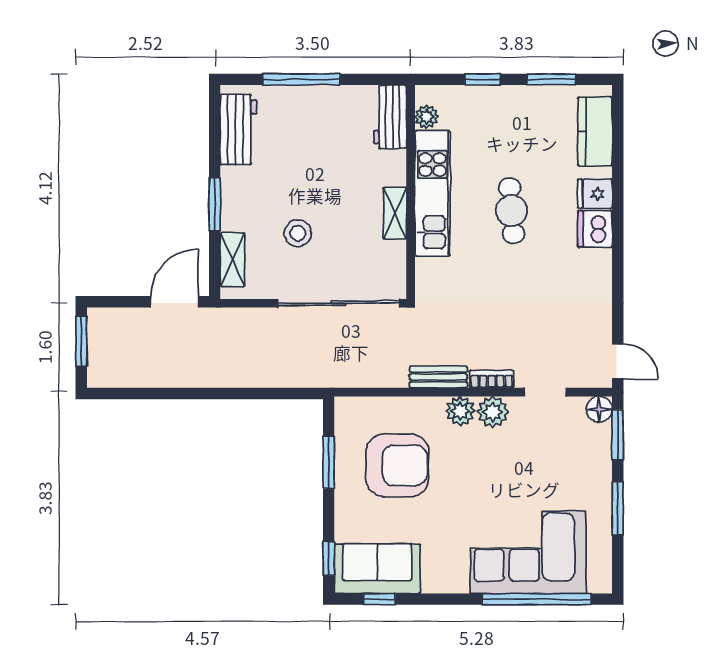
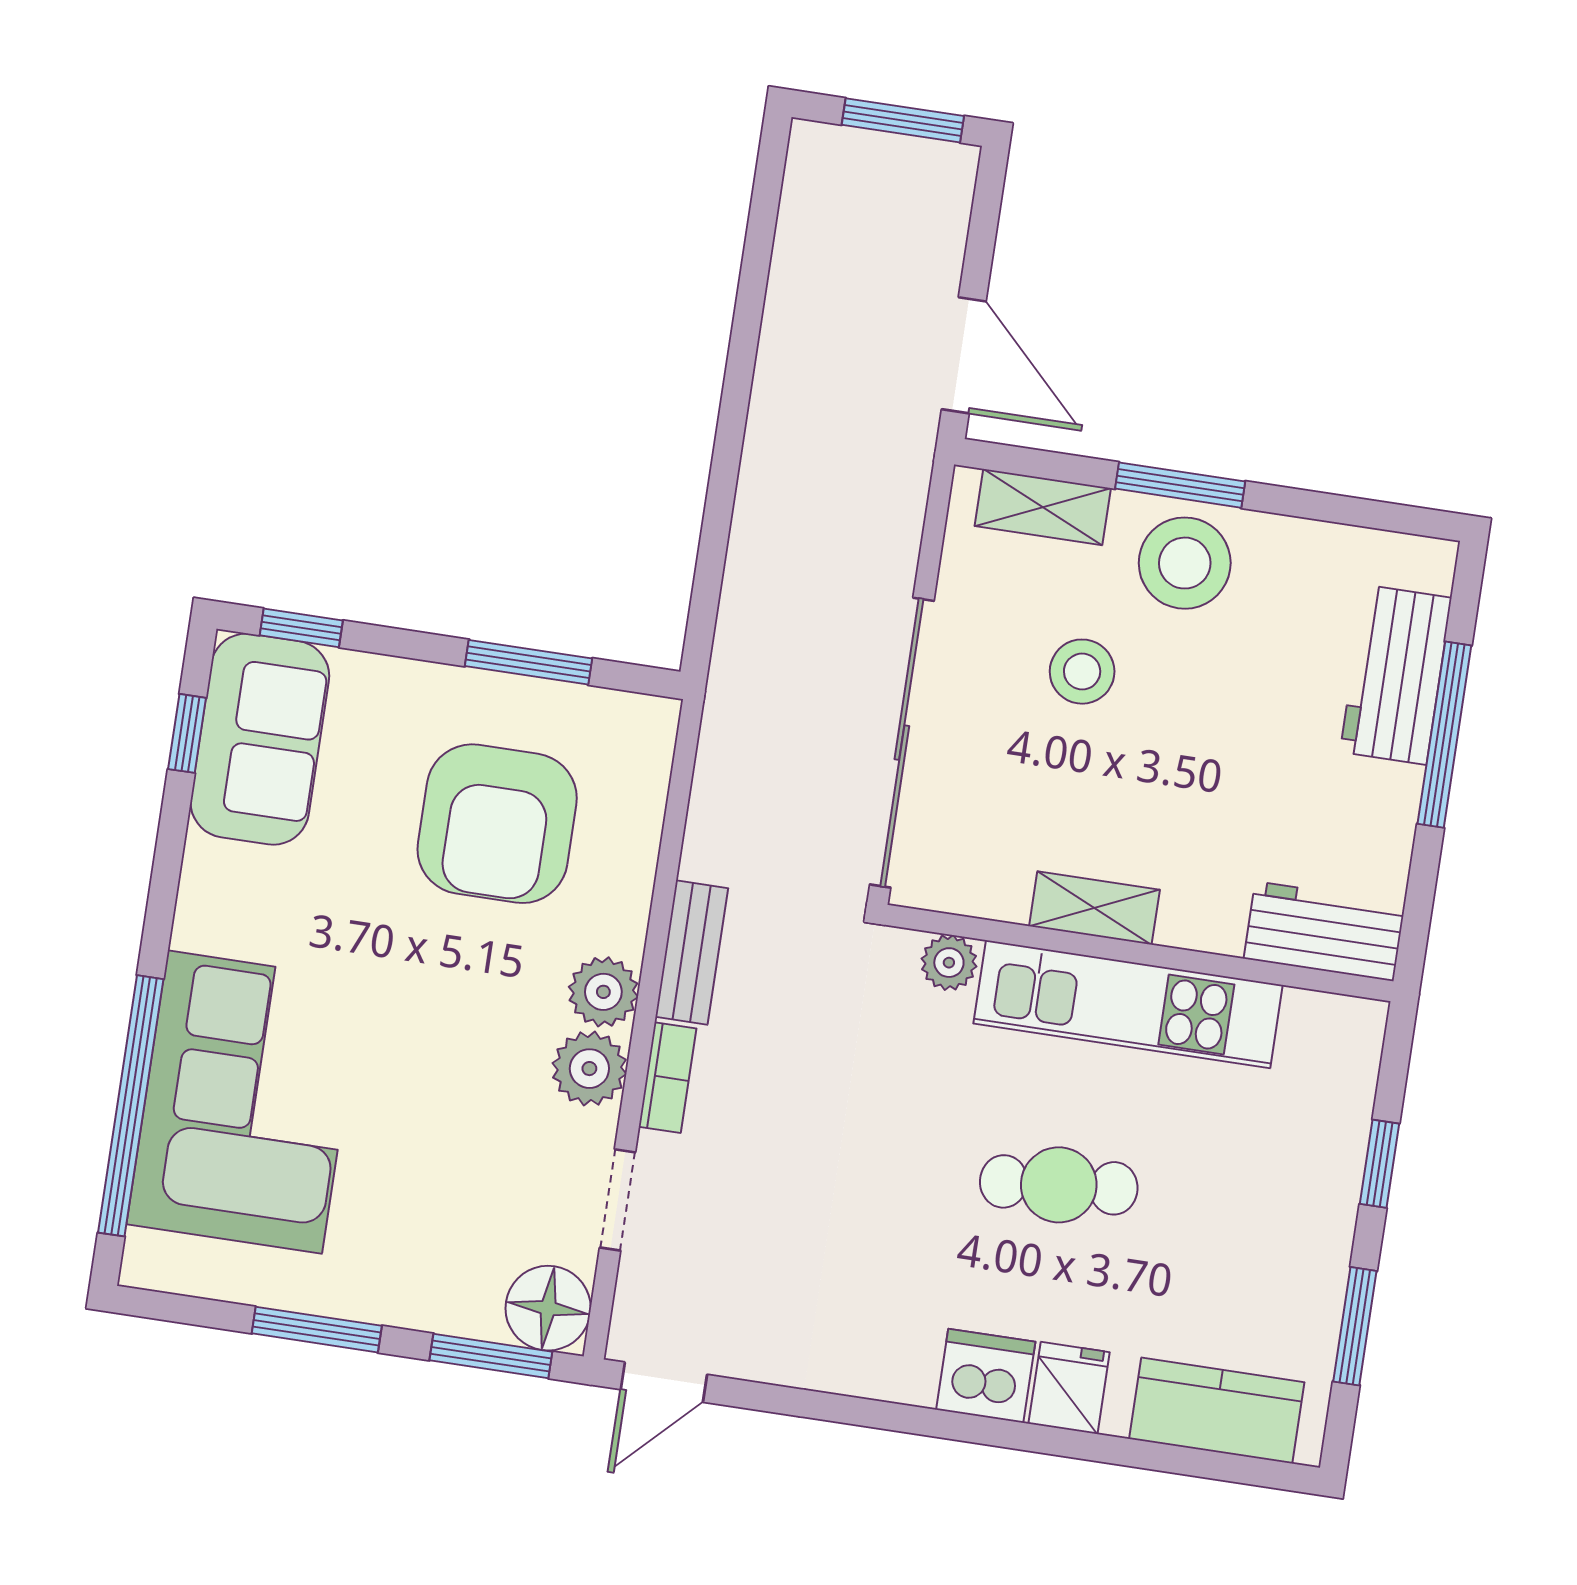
plant: (426, 117) -> (949, 963), moved
workbench: (239, 130) -> (1396, 675), moved, turned 90
stool: (247, 197) -> (1185, 563), added
floor lamp: (599, 409) -> (548, 1308), width x1.38, depth x1.38

